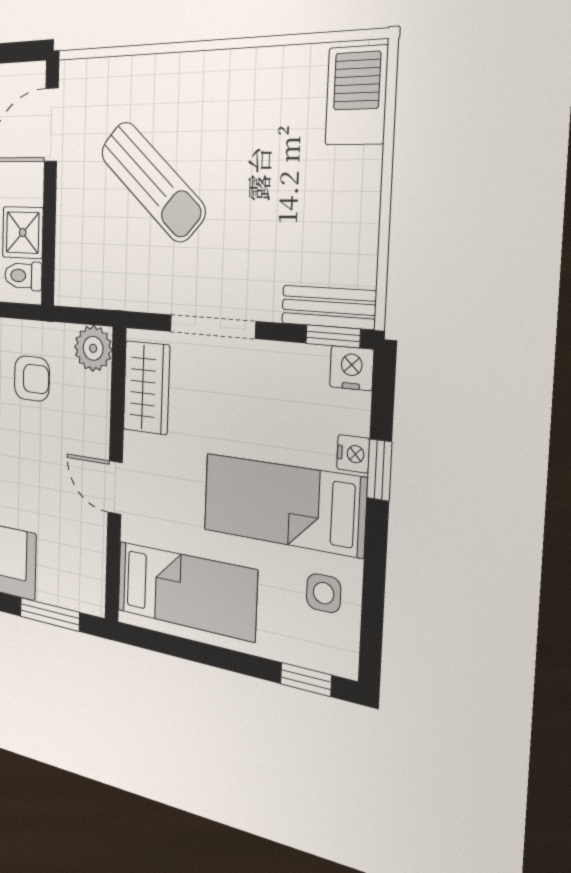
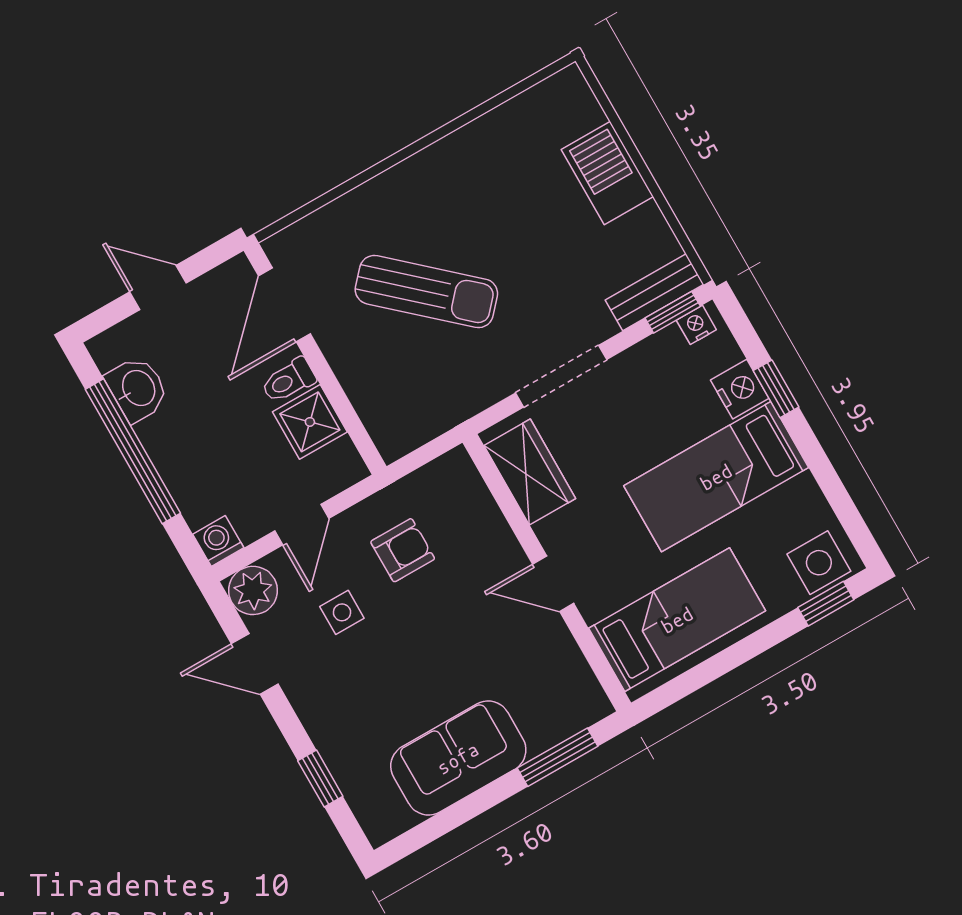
barbecue: (356, 96) -> (607, 173), moved
toilet: (23, 276) -> (288, 381), moved
plant: (93, 348) -> (453, 476), removed
nightstand: (352, 368) -> (696, 325), width x0.72, depth x0.74
nightstand: (353, 454) -> (740, 389), width x1.39, depth x1.35
side table: (324, 593) -> (819, 563), moved, width x1.37, depth x1.37

